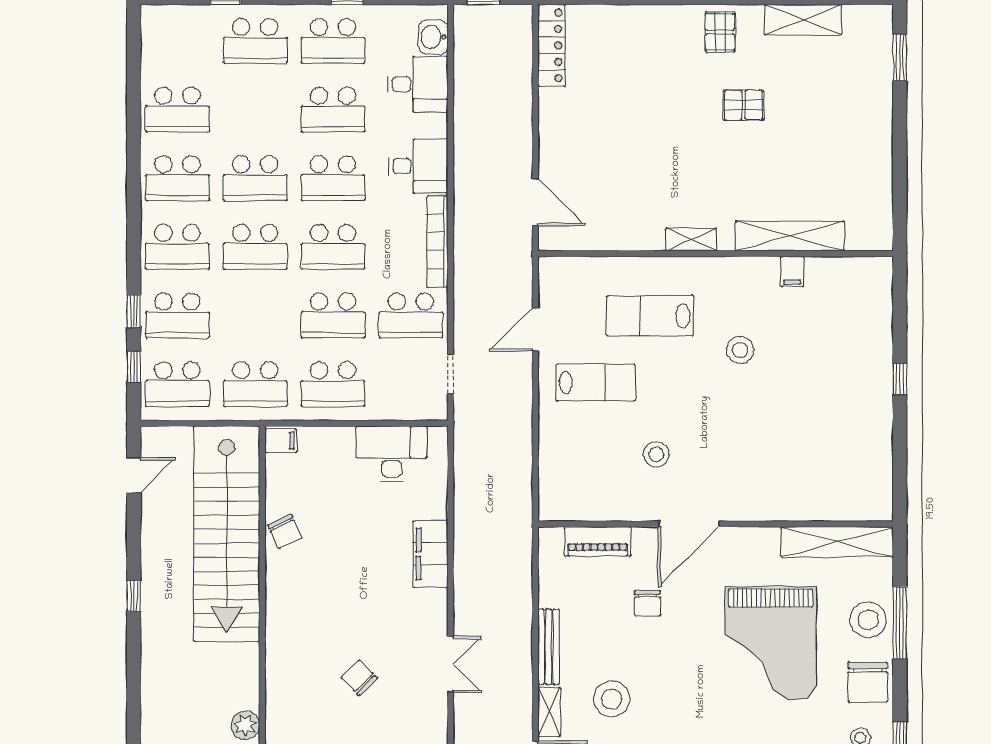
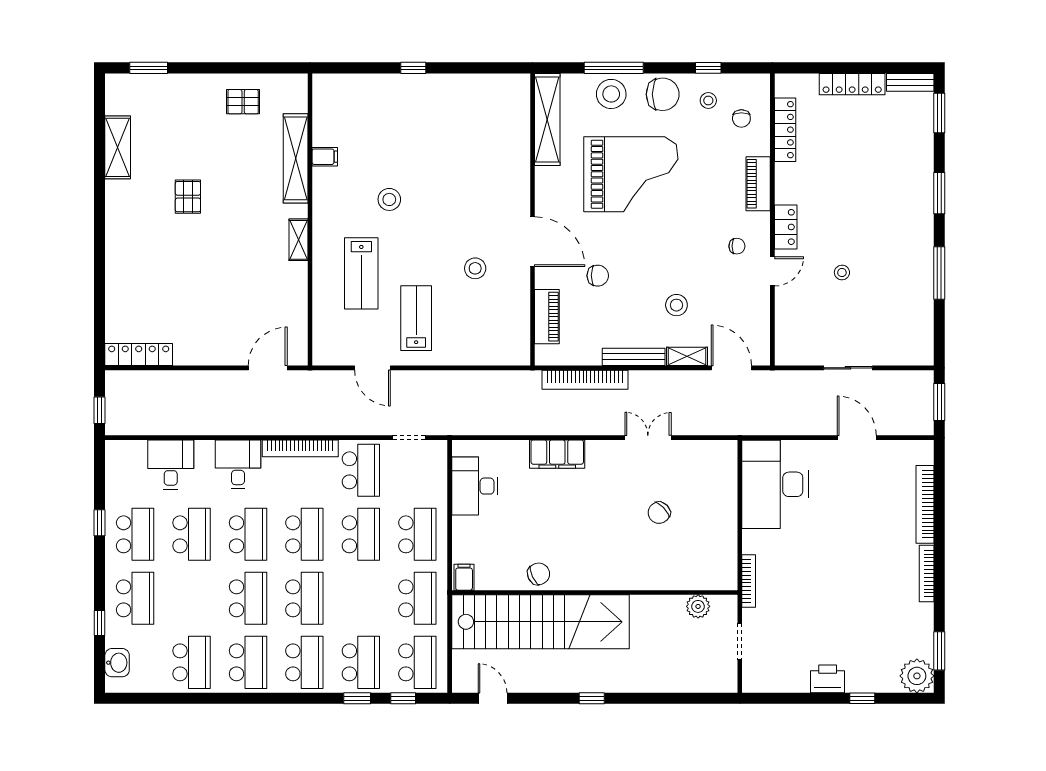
pallet: (720, 32) -> (243, 102), moved
washbasin: (433, 37) -> (117, 663), moved, turned -90
bookcase: (521, 588) -> (585, 380), added
stool: (612, 699) -> (676, 305), width x0.73, depth x0.73

